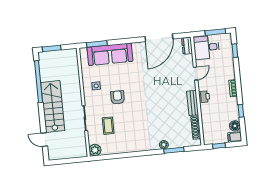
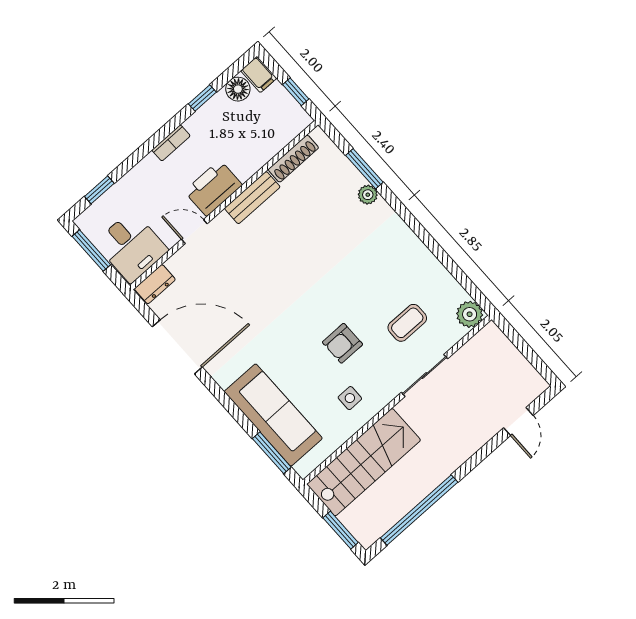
printer: (204, 97) -> (213, 188), width x1.87, depth x1.48
stairs: (53, 107) -> (364, 462), moved, turned 180

